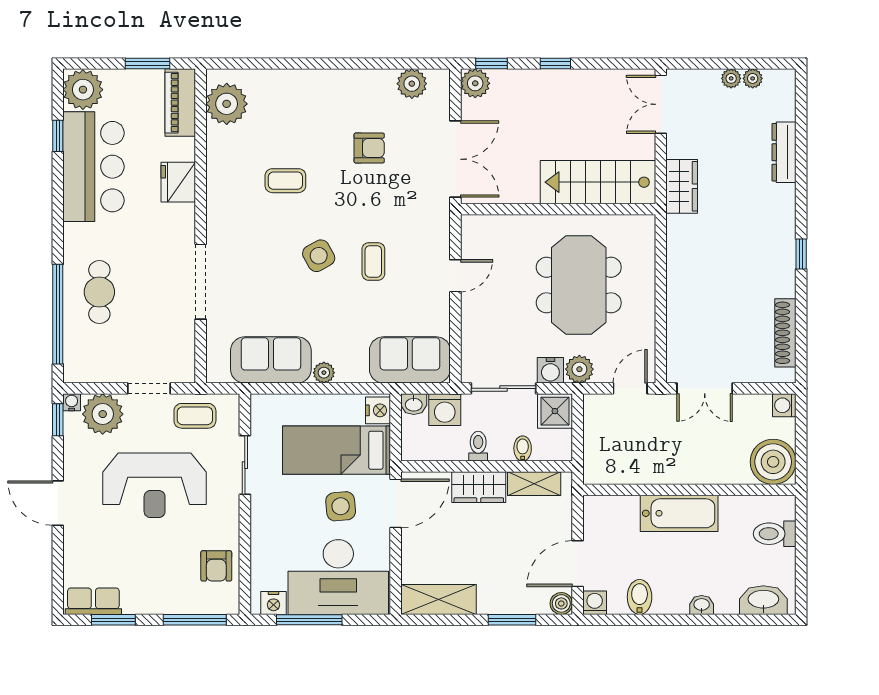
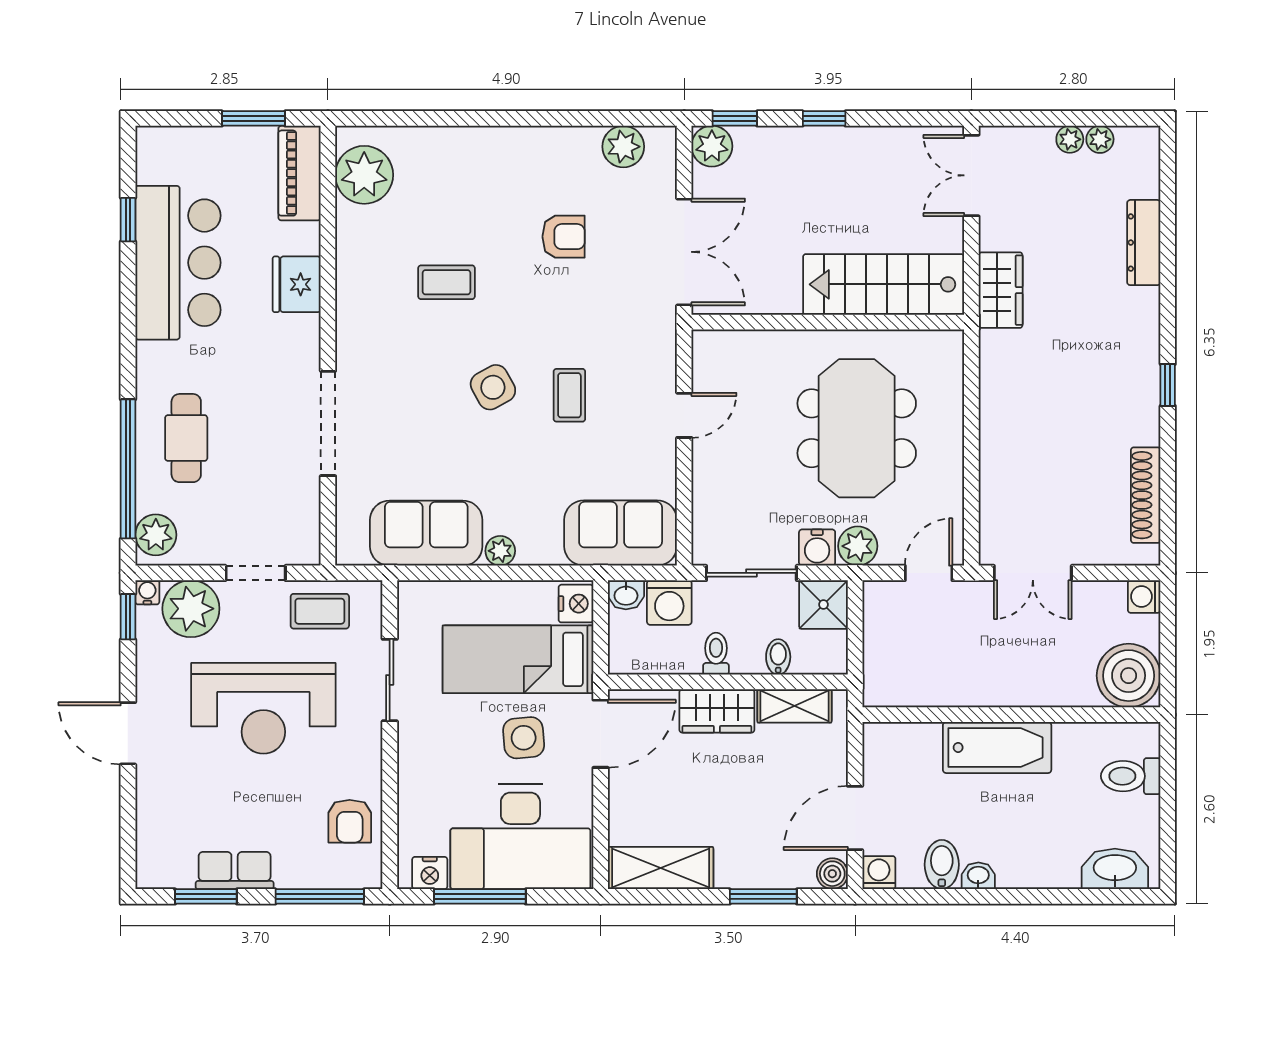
plant: (83, 90) -> (156, 535), moved, width x0.73, depth x0.73
row of seats: (93, 601) -> (235, 871), moved
washbasin: (702, 605) -> (978, 876), moved

